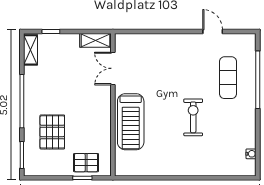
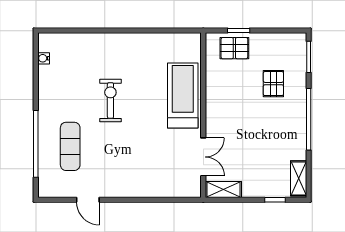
exercise bike: (193, 117) -> (110, 100), turned 180
pallet: (52, 132) -> (273, 84), width x0.67, depth x0.71

